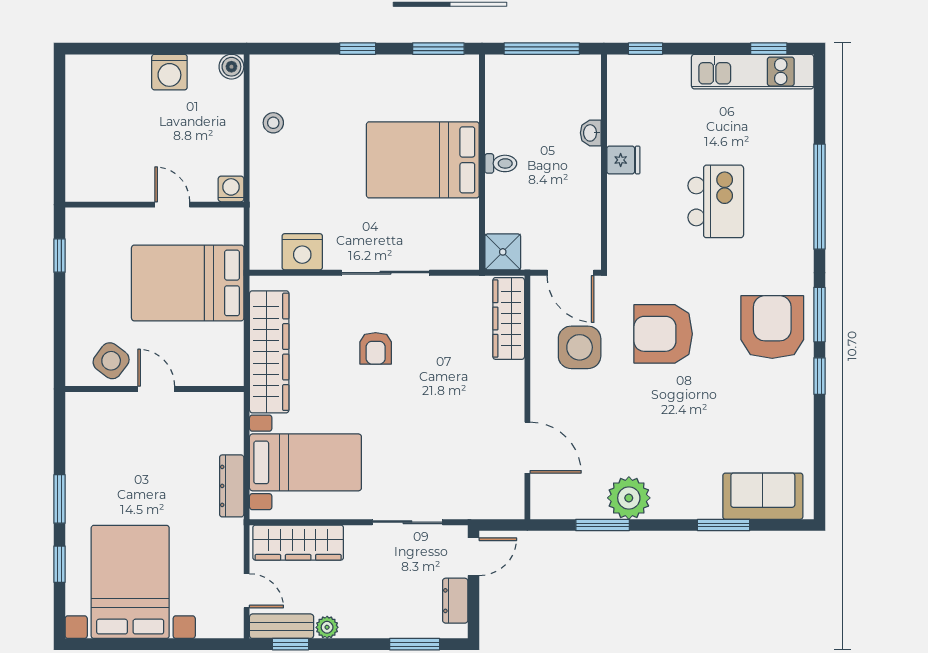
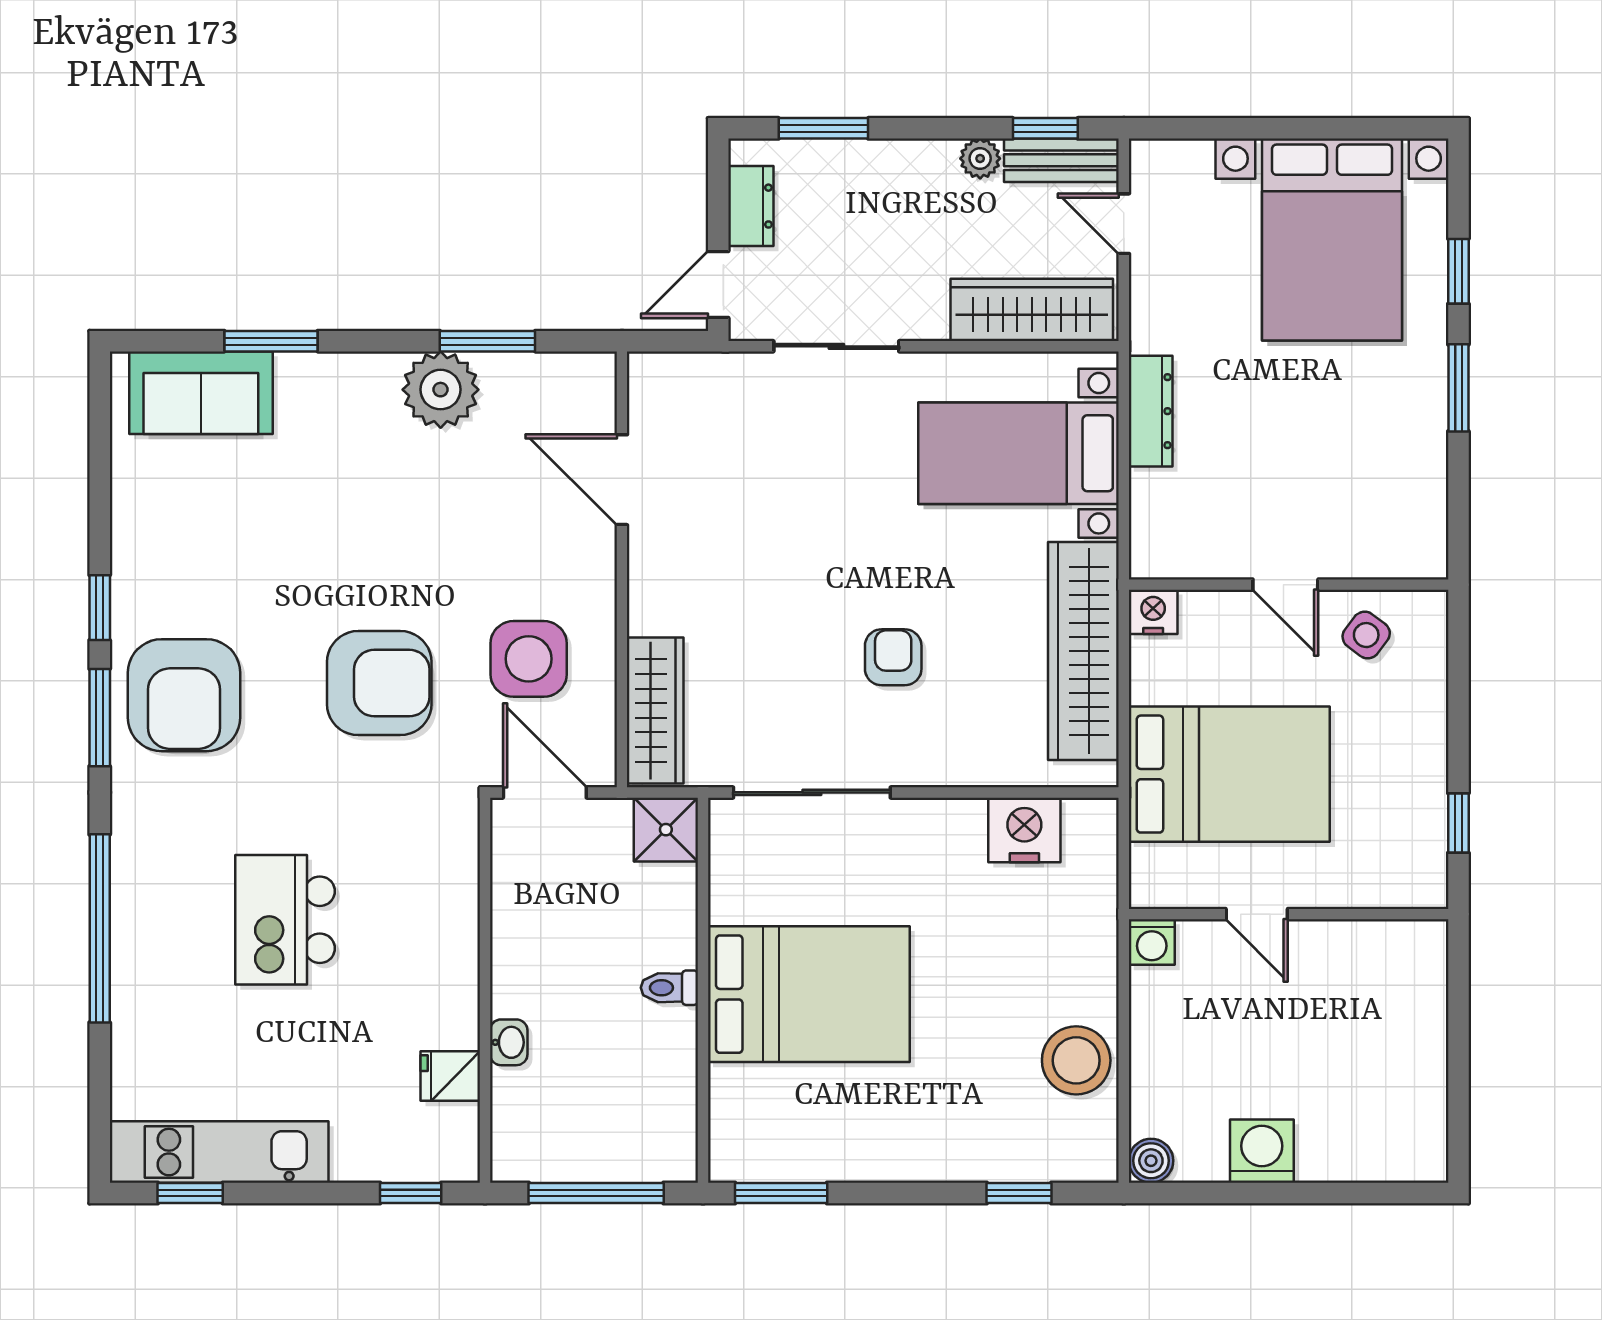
window: (358, 49) -> (1019, 1193), moved
stool: (273, 123) -> (1076, 1060), width x1.89, depth x1.89
fridge: (623, 160) -> (450, 1076), moved
sliding door: (385, 273) -> (812, 792), moved
side table: (111, 361) -> (1366, 635), width x0.73, depth x0.73
nightstand: (230, 374) -> (1153, 612), added

